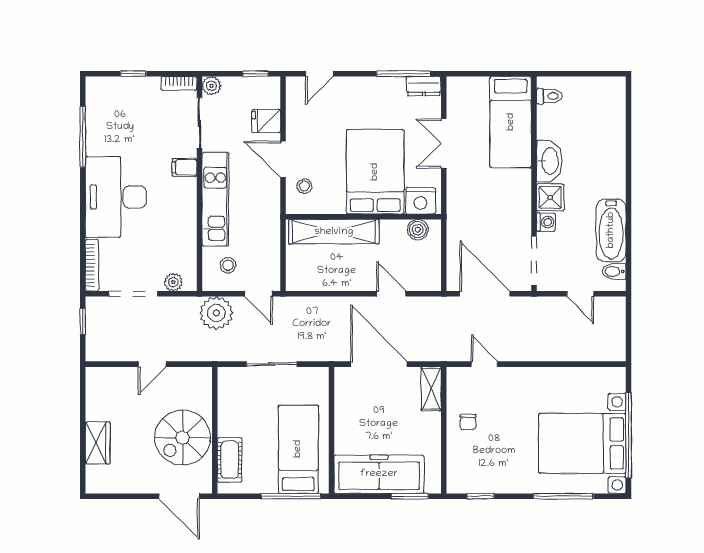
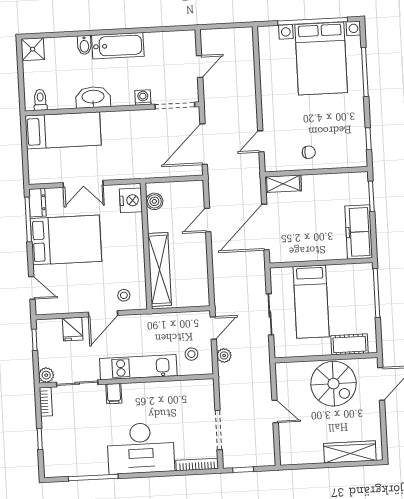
bed: (375, 172) -> (66, 240), moved, turned 180
shower: (550, 197) -> (33, 49), moved
bathtub: (611, 230) -> (118, 46), moved
bidet: (614, 271) -> (84, 45), moved
plant: (173, 282) -> (207, 398), removed
plant: (216, 313) -> (224, 355), width x0.53, depth x0.53
wardrobe: (98, 443) -> (350, 452), width x1.50
bed: (298, 449) -> (311, 302), moved, turned -90
freezer: (379, 474) -> (359, 232), width x0.73, depth x0.79

